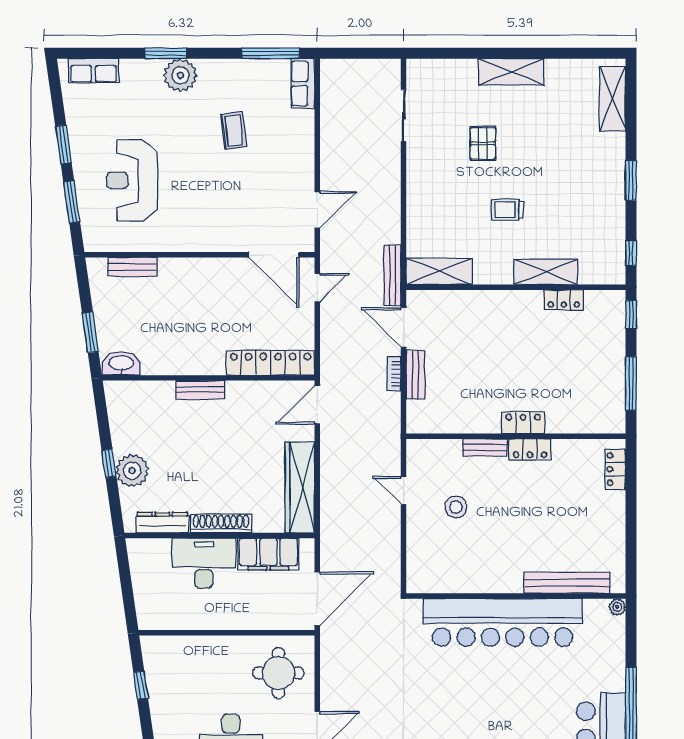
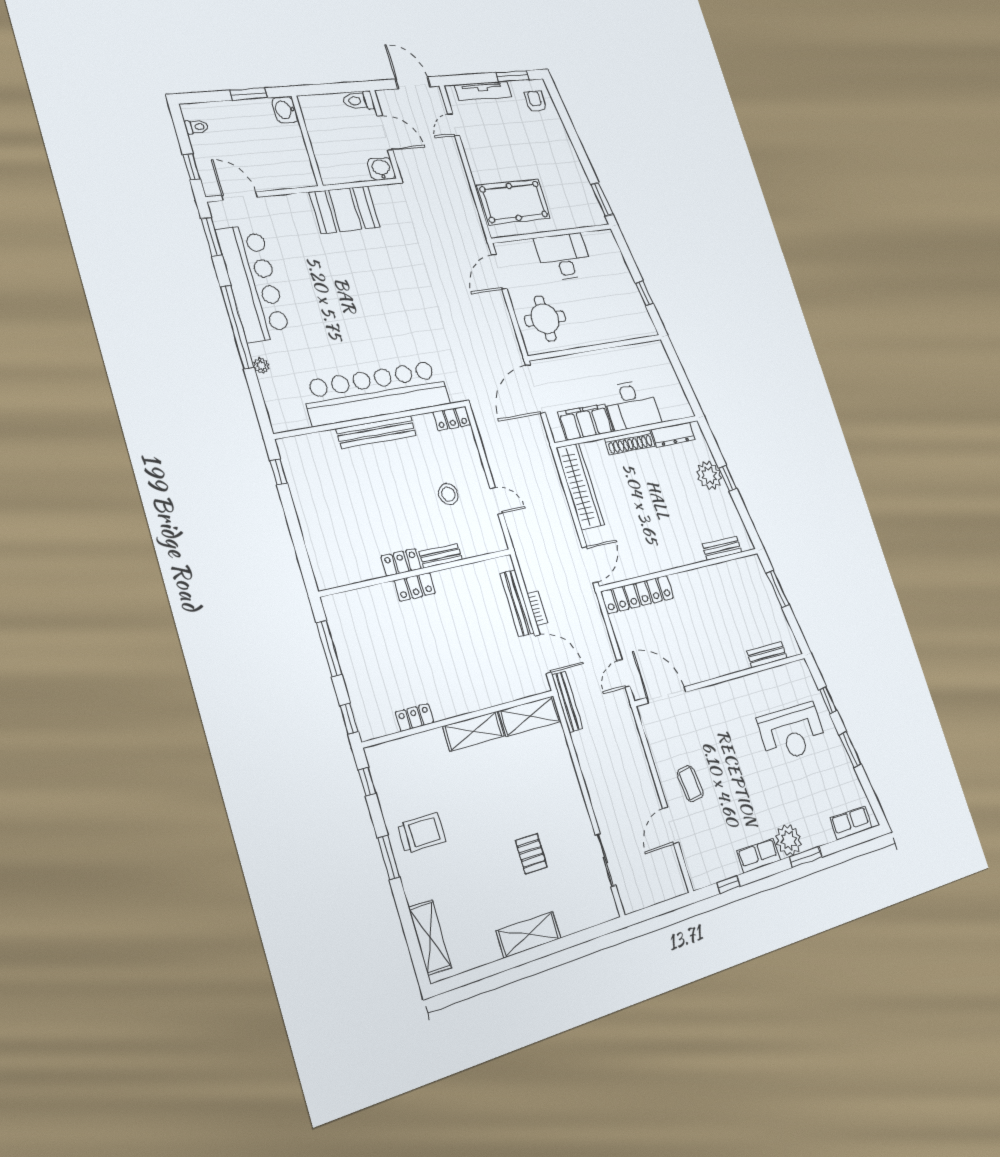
window: (271, 53) -> (728, 884), width x0.46
row of seats: (303, 83) -> (758, 856), moved, turned -90
coffee table: (234, 131) -> (690, 784), moved
reception desk: (132, 180) -> (792, 732), turned 90
window: (72, 202) -> (828, 700), width x0.67
door: (317, 210) -> (671, 825), moved
trolley: (507, 210) -> (422, 833), moved, width x1.36, depth x1.39
shelving: (546, 272) -> (474, 731), moved
washbasin: (121, 364) -> (747, 567), removed
bench: (415, 375) -> (517, 603), width x1.36
bench: (200, 390) -> (722, 548), moved
locker: (615, 469) -> (452, 419), moved, turned 90
window: (631, 561) -> (279, 472), added
bench: (567, 583) -> (376, 432), moved
plant: (617, 607) -> (261, 366), moved

